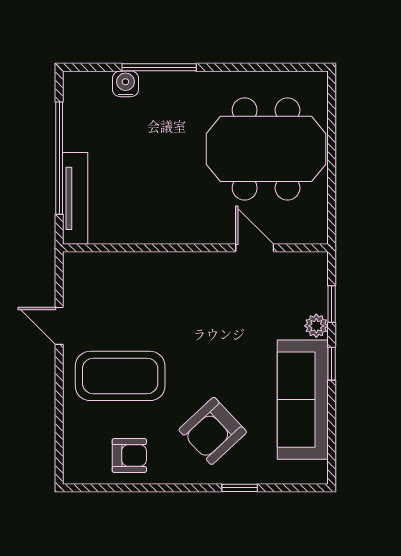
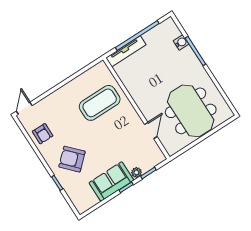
door: (59, 326) -> (24, 108), moved
coffee table: (120, 376) -> (100, 103), moved, turned 90
sofa: (303, 400) -> (111, 181), width x0.73

